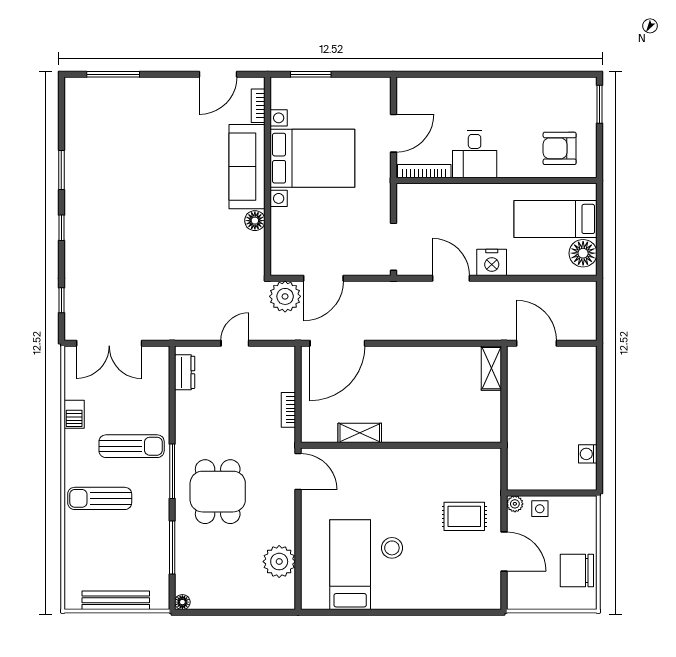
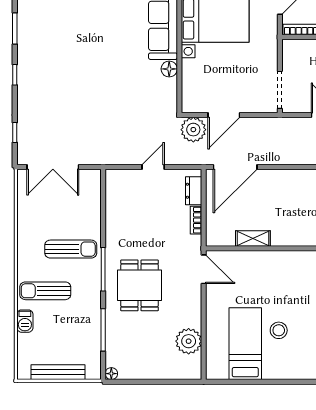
dresser: (185, 372) -> (194, 191), moved, turned 180
barbecue: (74, 414) -> (25, 321), moved

